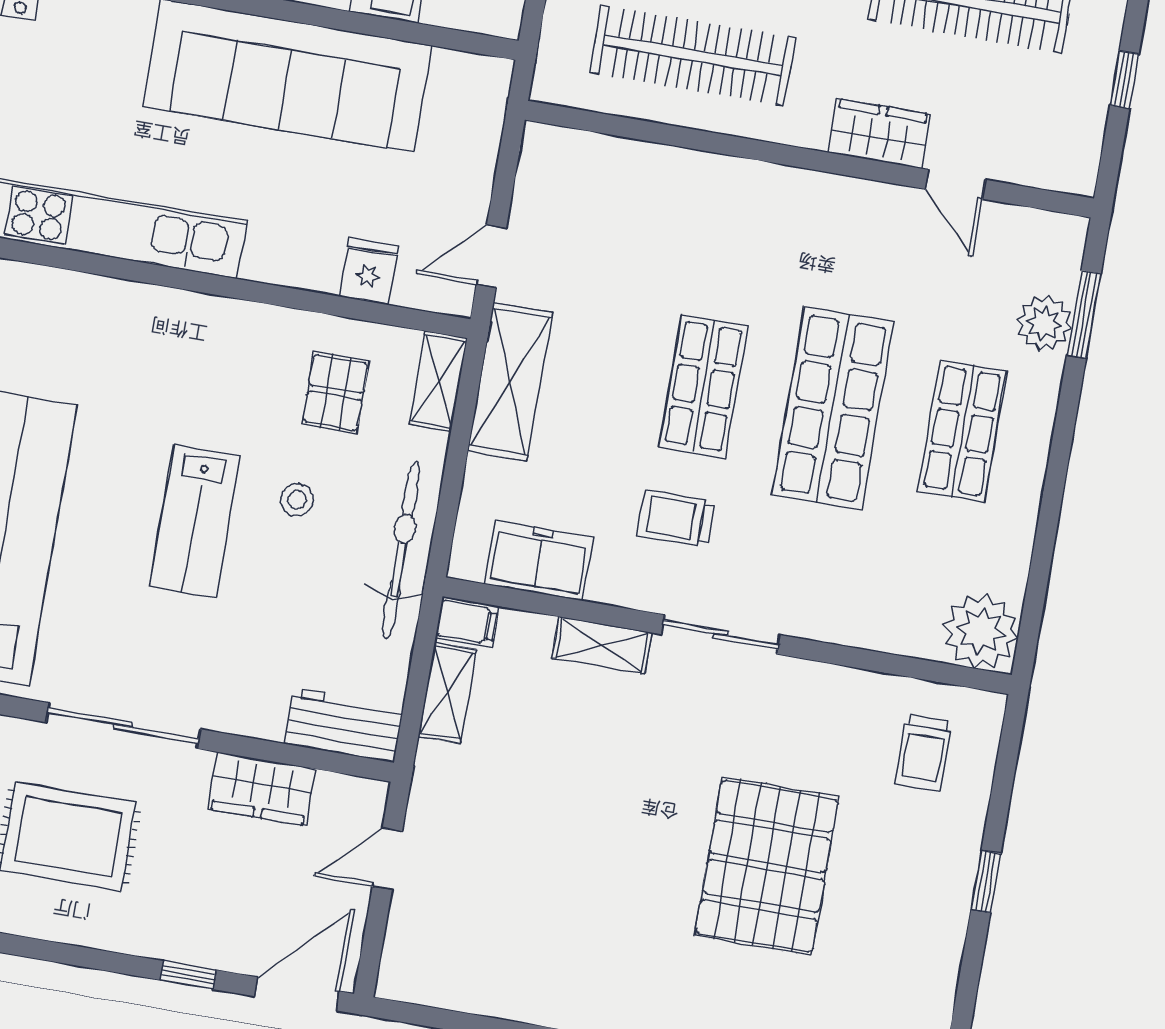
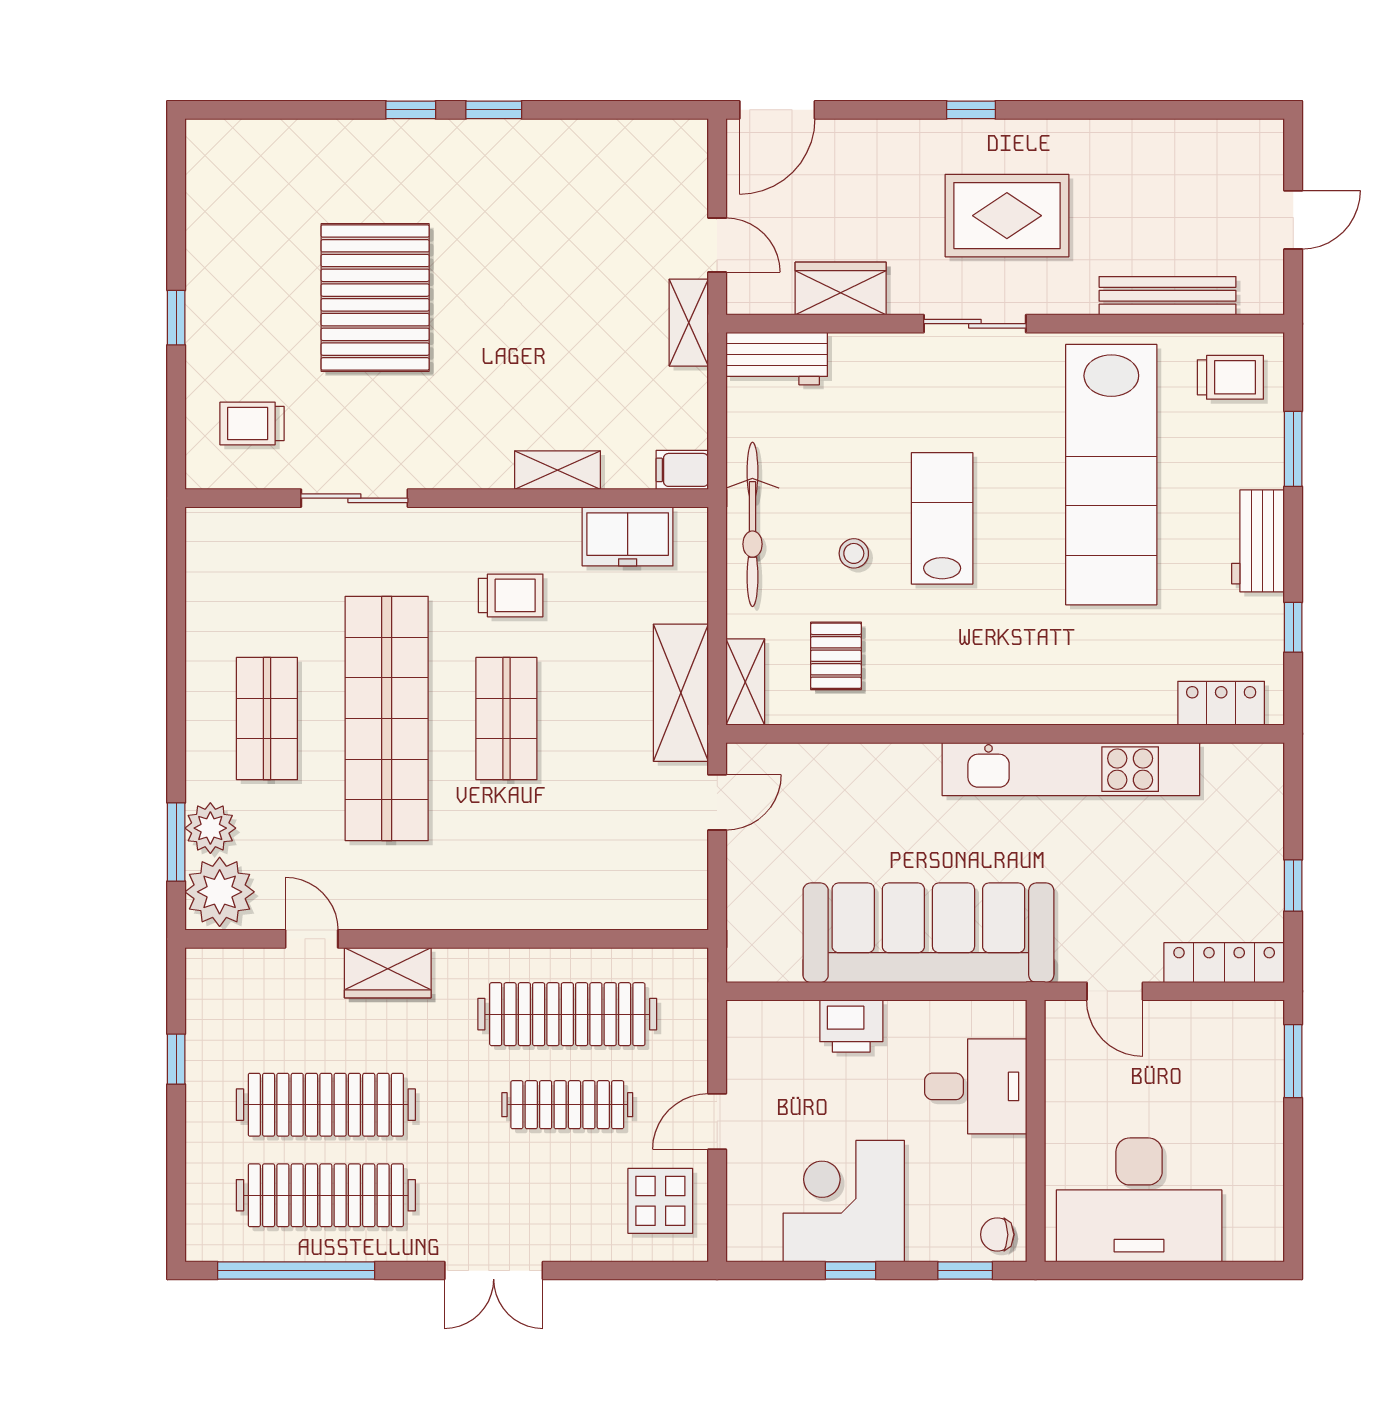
fridge: (369, 271) -> (825, 770), removed
shop shelf: (833, 409) -> (387, 719), width x1.40
plant: (981, 631) -> (220, 892), moved
sliding door: (721, 635) -> (354, 498), moved
shelving: (447, 693) -> (689, 323), moved
sliding door: (123, 726) -> (975, 324), width x0.73
trolley: (923, 753) -> (252, 423), turned -90
door: (387, 859) -> (717, 245), hinge flipped
window: (188, 975) -> (971, 110), moved

